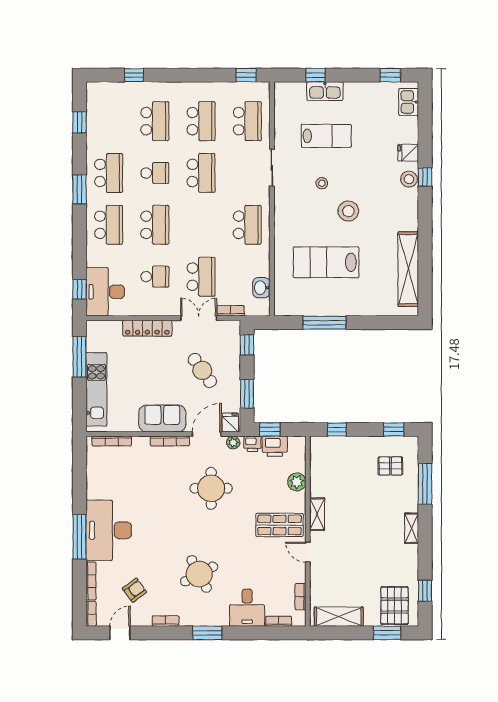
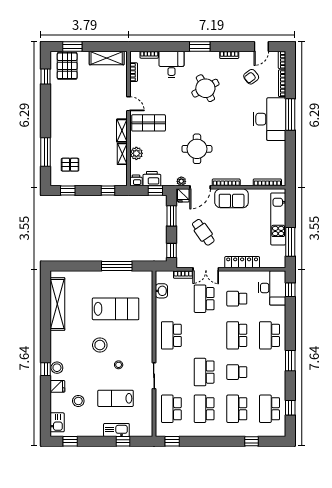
stool: (379, 132) -> (78, 401), added
school desk: (109, 173) -> (270, 409), moved
printer: (252, 444) -> (136, 180), moved
shelving: (412, 528) -> (122, 154), moved

